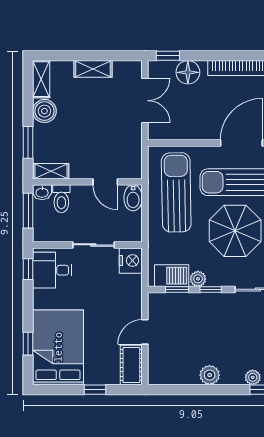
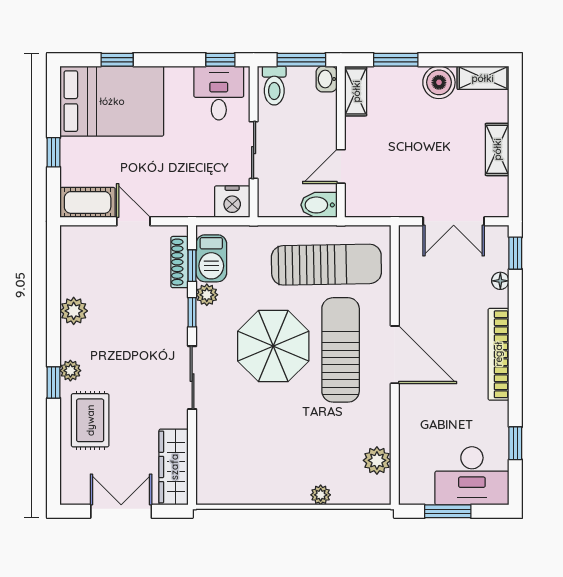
floor lamp: (188, 72) -> (500, 281), width x0.53, depth x0.53
toilet: (61, 199) -> (274, 86), moved, turned -90
shoe rack: (174, 299) -> (180, 262), added

